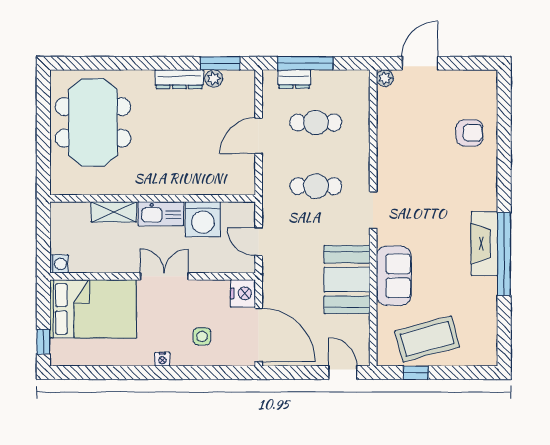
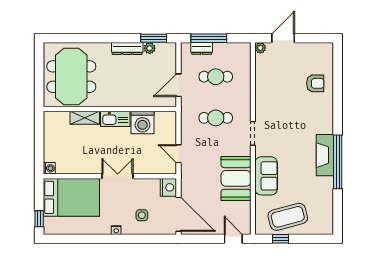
wall: (153, 198) -> (110, 109), moved
shelving: (114, 212) -> (85, 118), moved
kitchen sink: (161, 214) -> (115, 119), moved
washing machine: (203, 219) -> (142, 123), moved

